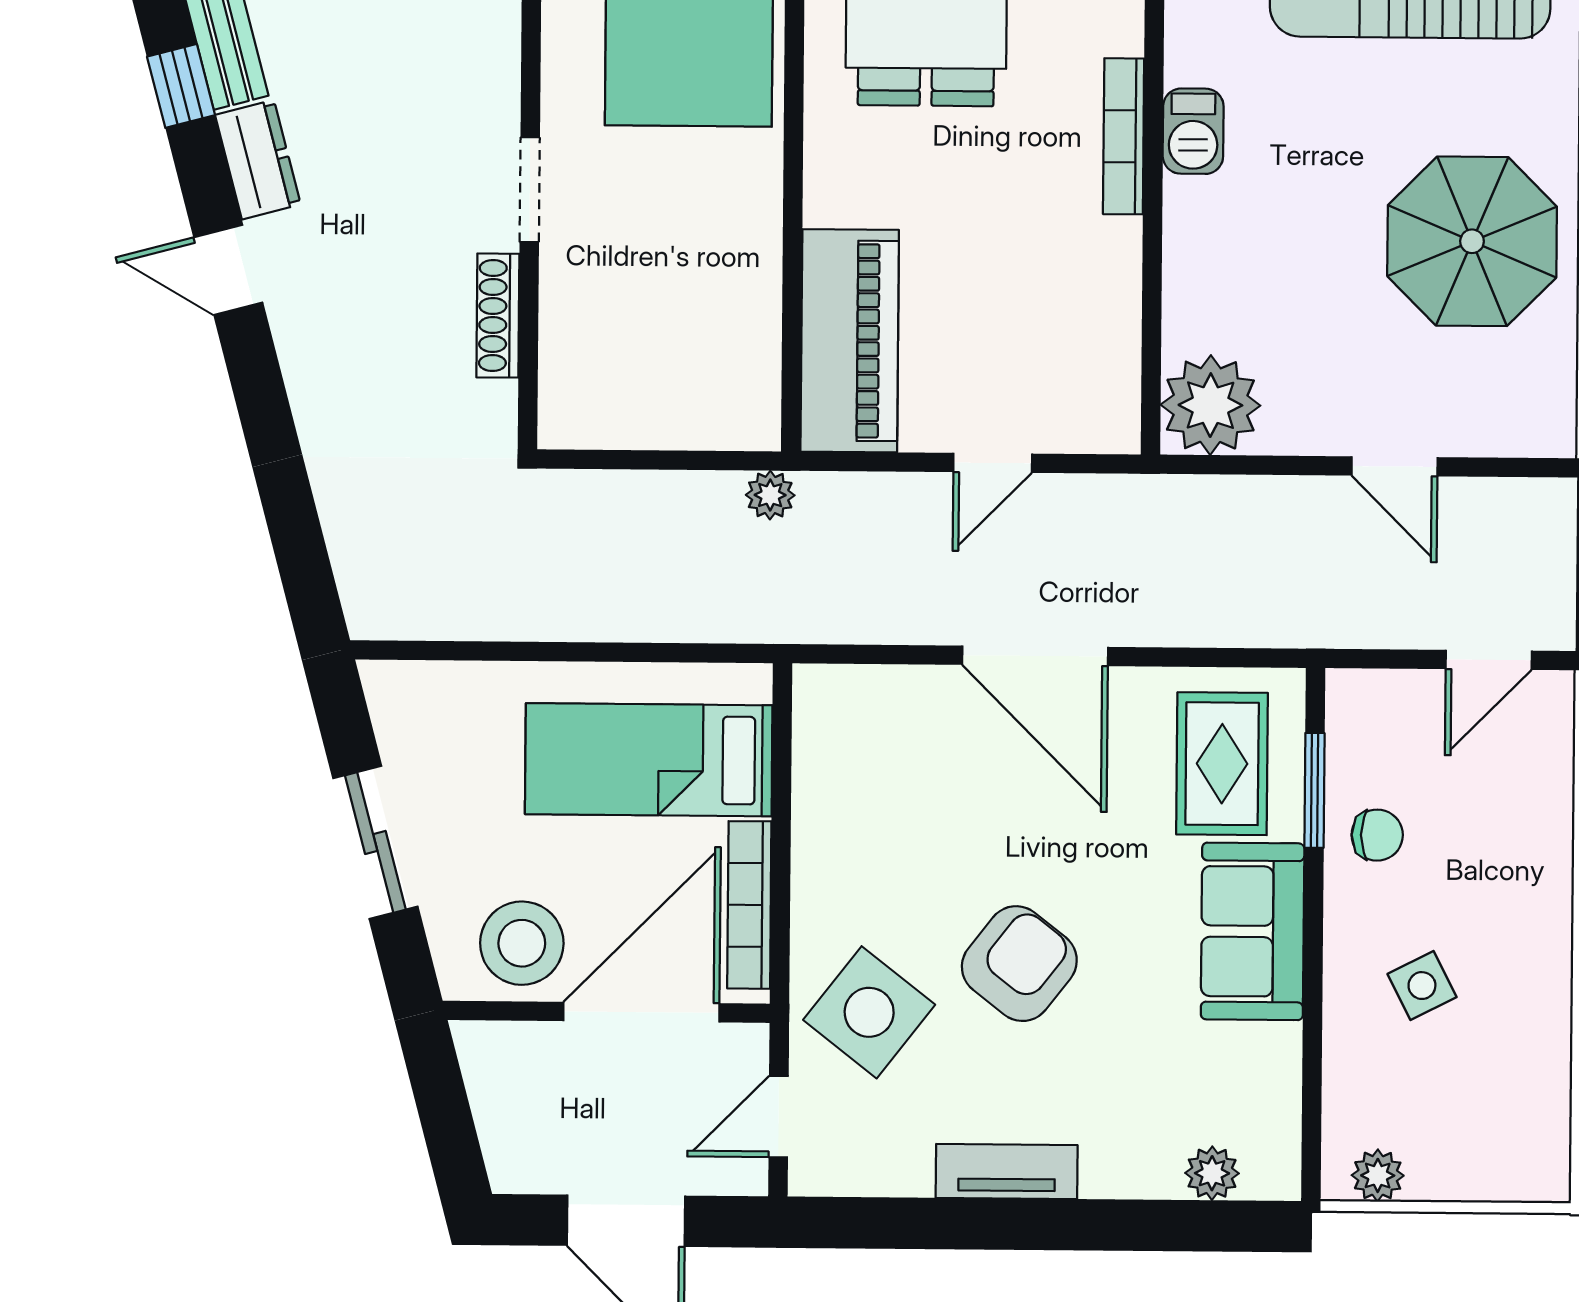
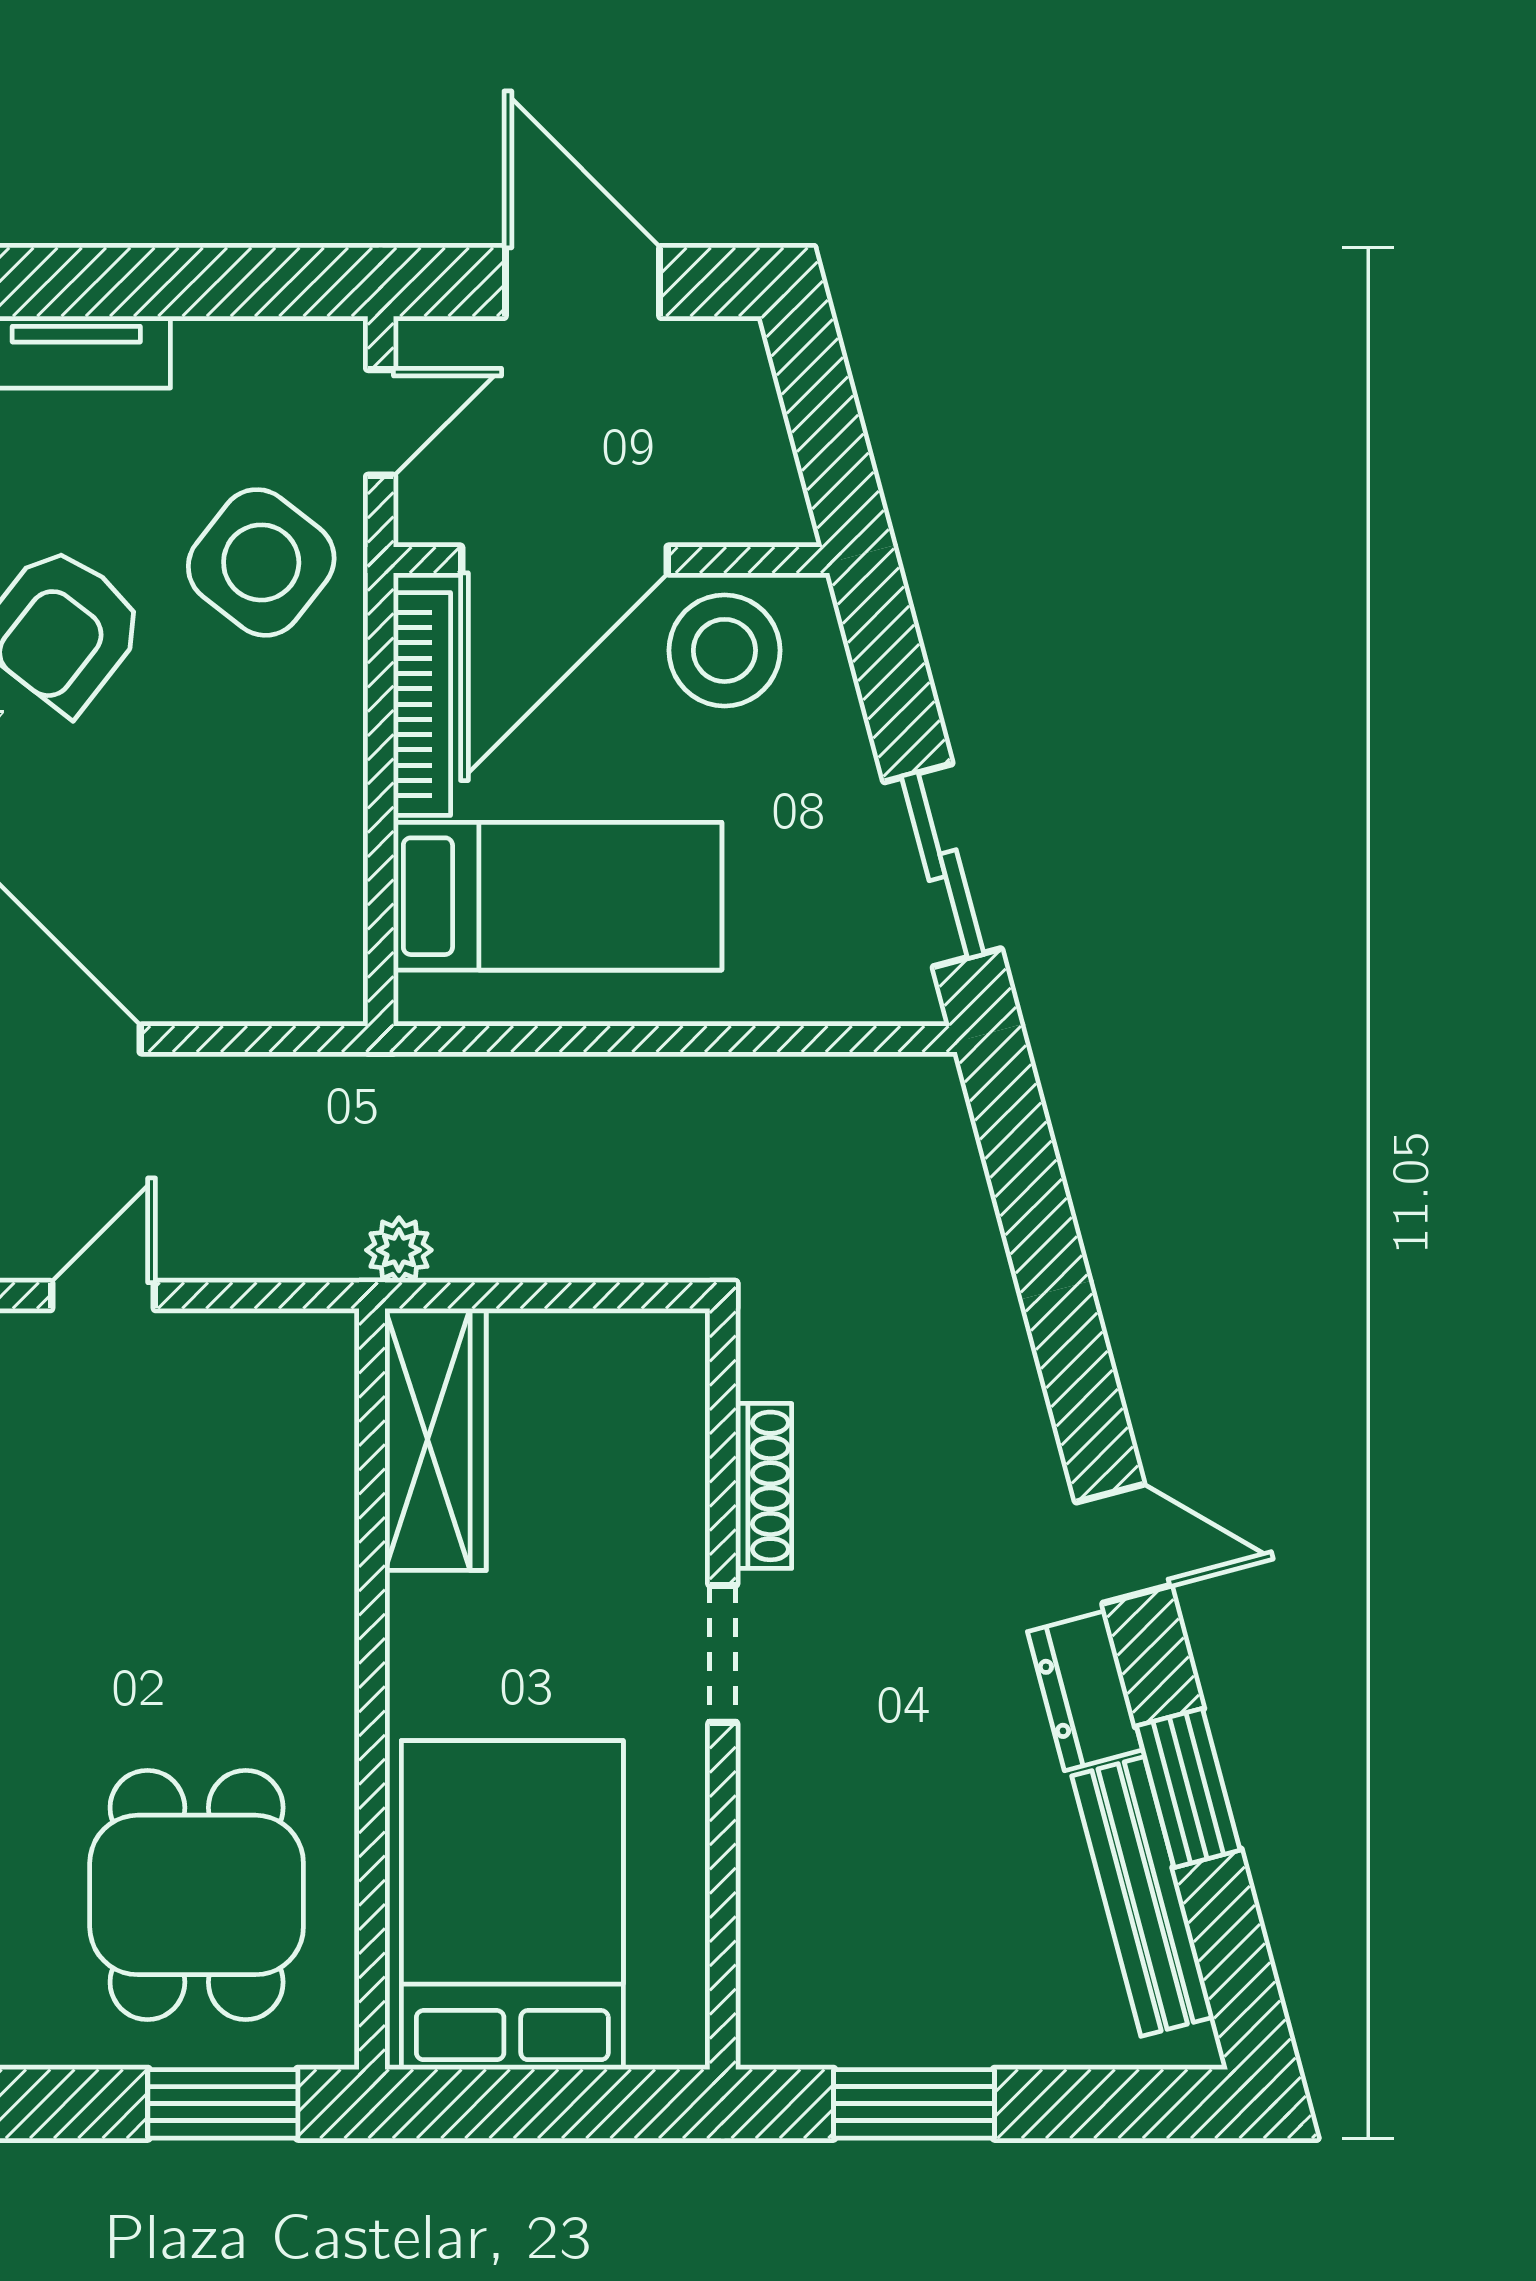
window: (181, 86) -> (1188, 1788), width x1.50
piano: (850, 341) -> (295, 1456), removed
wardrobe: (744, 353) -> (436, 1439), added
sliding door: (375, 842) -> (943, 865), moved

